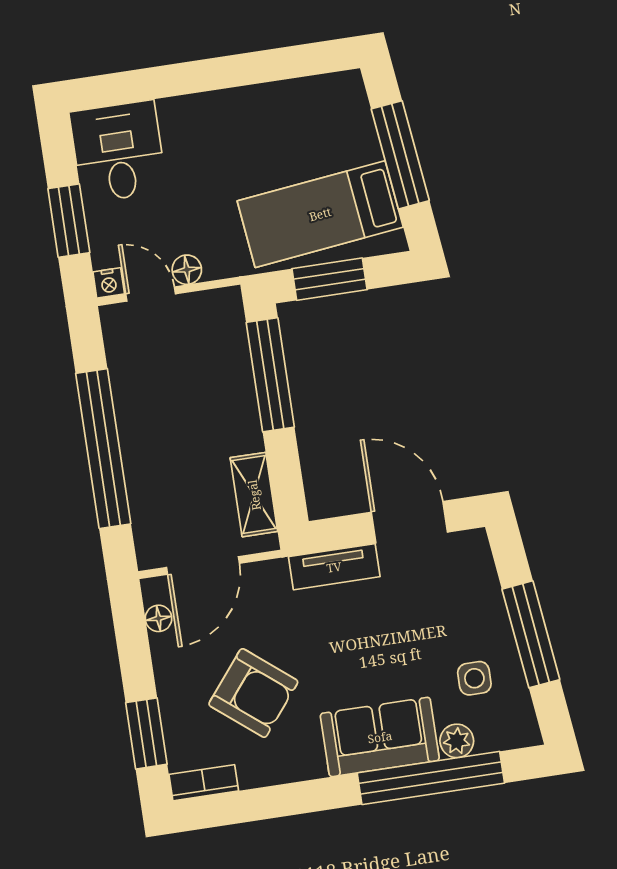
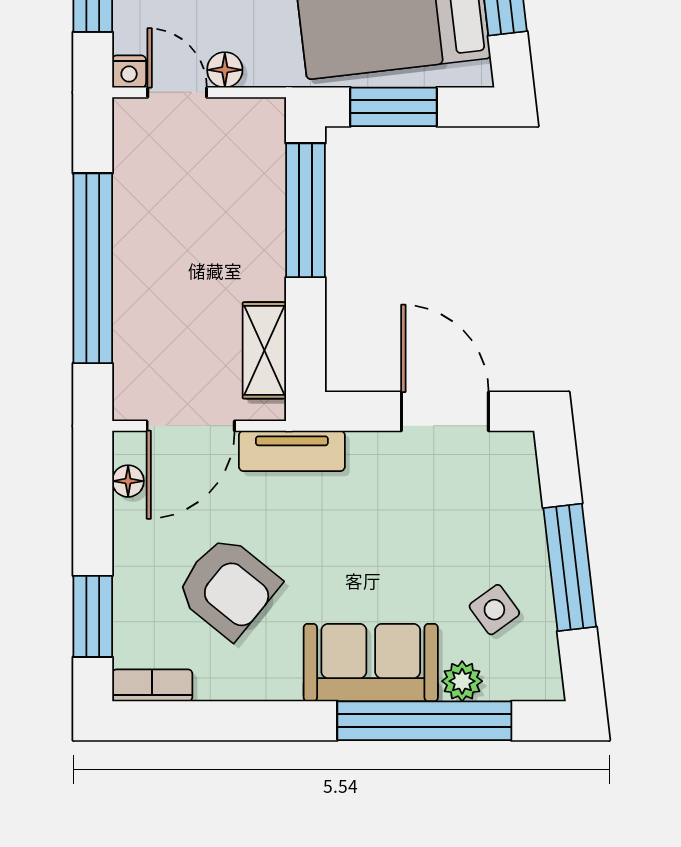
tv unit: (334, 567) -> (292, 451), moved
side table: (474, 678) -> (494, 610), turned -36

